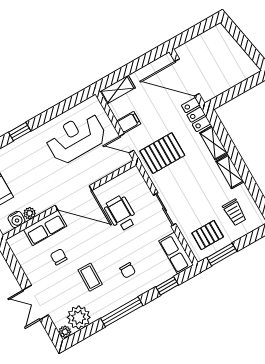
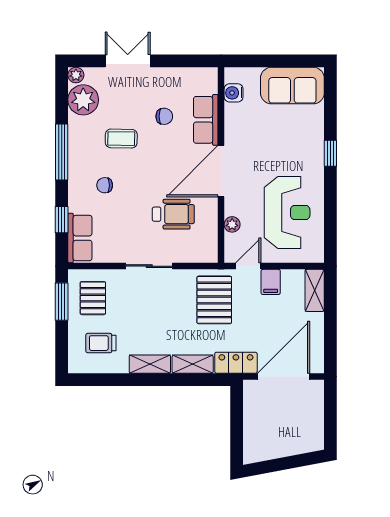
plant: (30, 213) -> (232, 224), moved
row of seats: (176, 253) -> (80, 238), moved, turned 90

